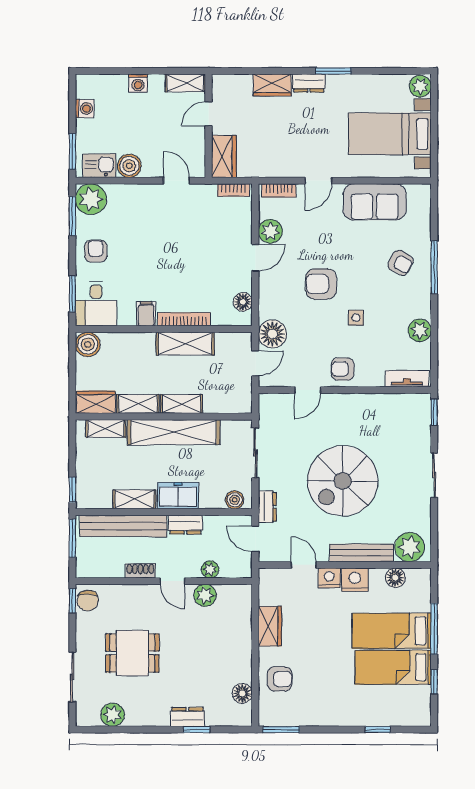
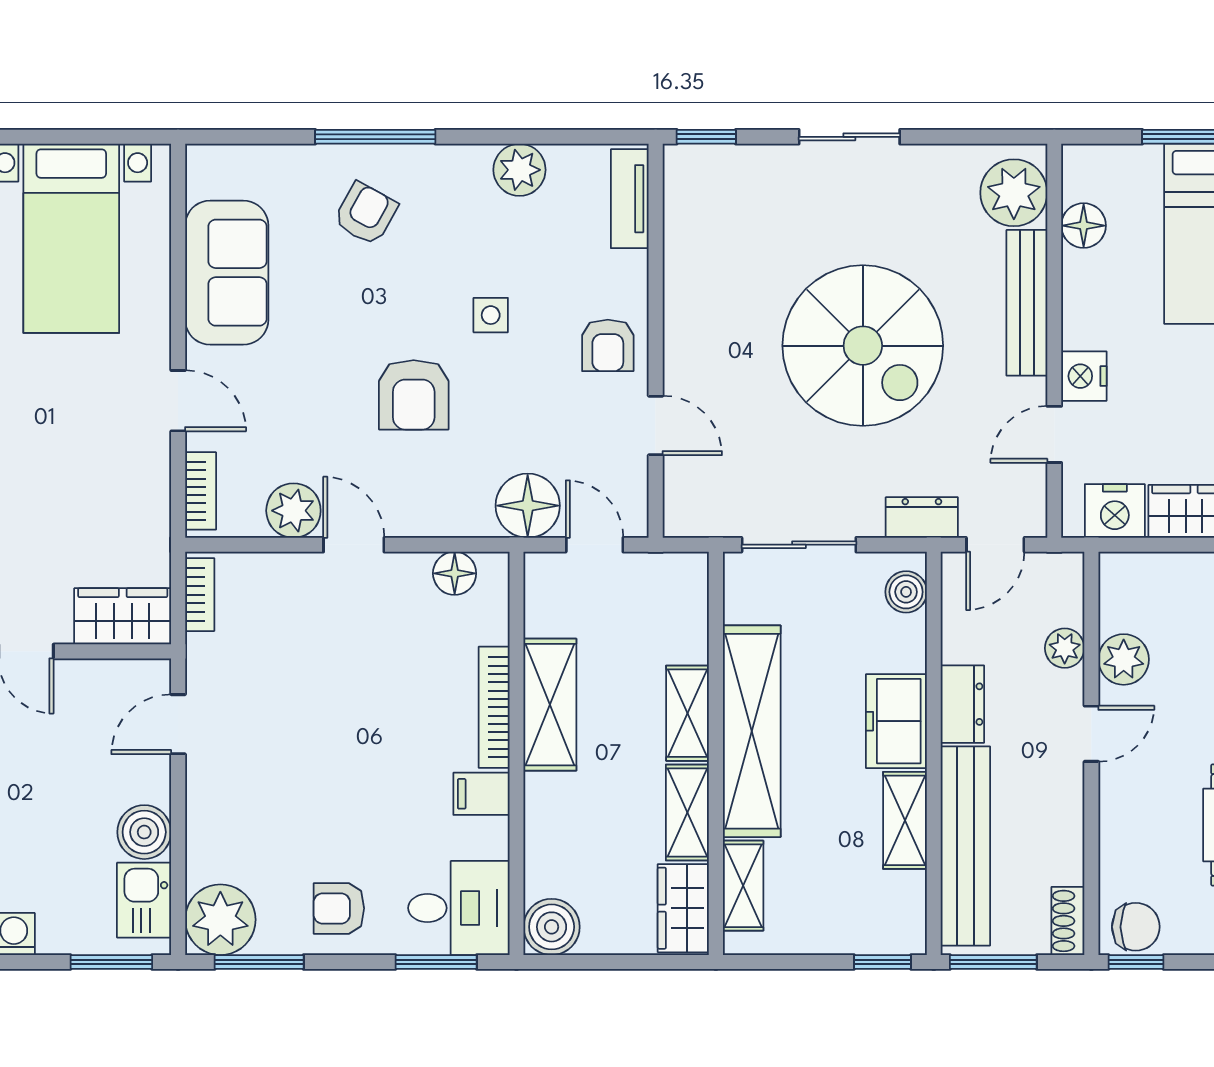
shoe rack: (140, 571) -> (1068, 921), moved
nightstand: (355, 580) -> (1115, 511), moved, turned -90

